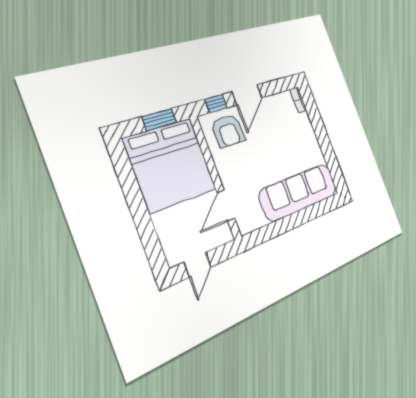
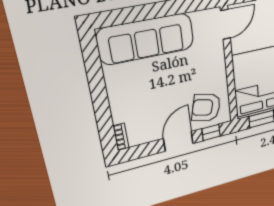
armchair: (228, 131) -> (206, 107), turned -76
door: (226, 206) -> (225, 24), moved

